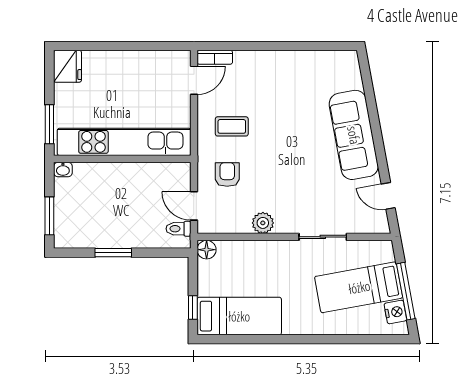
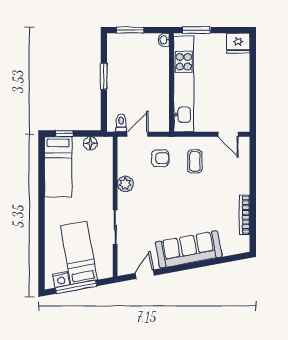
bookcase: (215, 57) -> (245, 215), moved, width x1.56
floor lamp: (207, 250) -> (90, 143), moved

